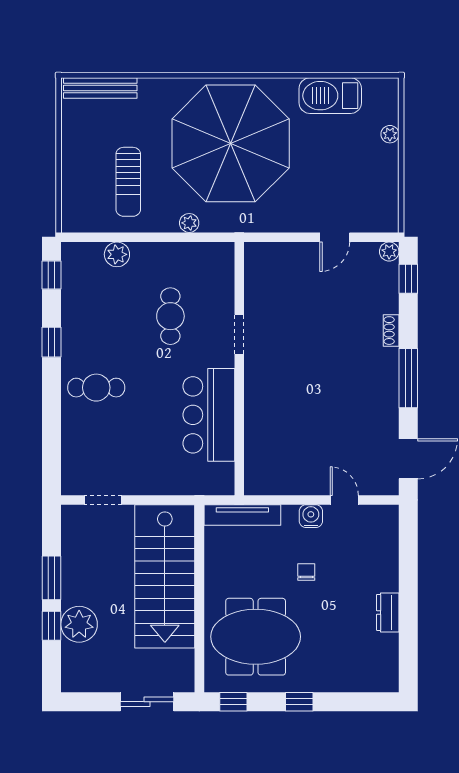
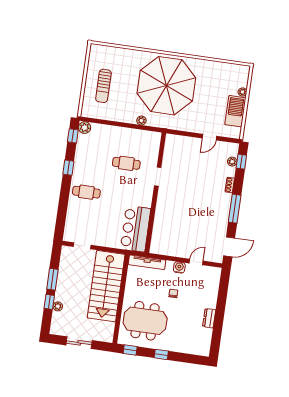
bench: (100, 88) -> (108, 51), removed
barbecue: (330, 96) -> (235, 111), moved, turned 90
sun lounger: (128, 182) -> (103, 86), moved
plant: (389, 252) -> (232, 162), moved
plant: (117, 254) -> (85, 128), moved
cafe table: (170, 316) -> (126, 163), turned 90
bar counter: (209, 415) -> (136, 229), moved
door: (344, 500) -> (196, 262), hinge flipped
plant: (79, 624) -> (58, 306), width x0.53, depth x0.53
sliding door: (147, 702) -> (79, 343), moved

